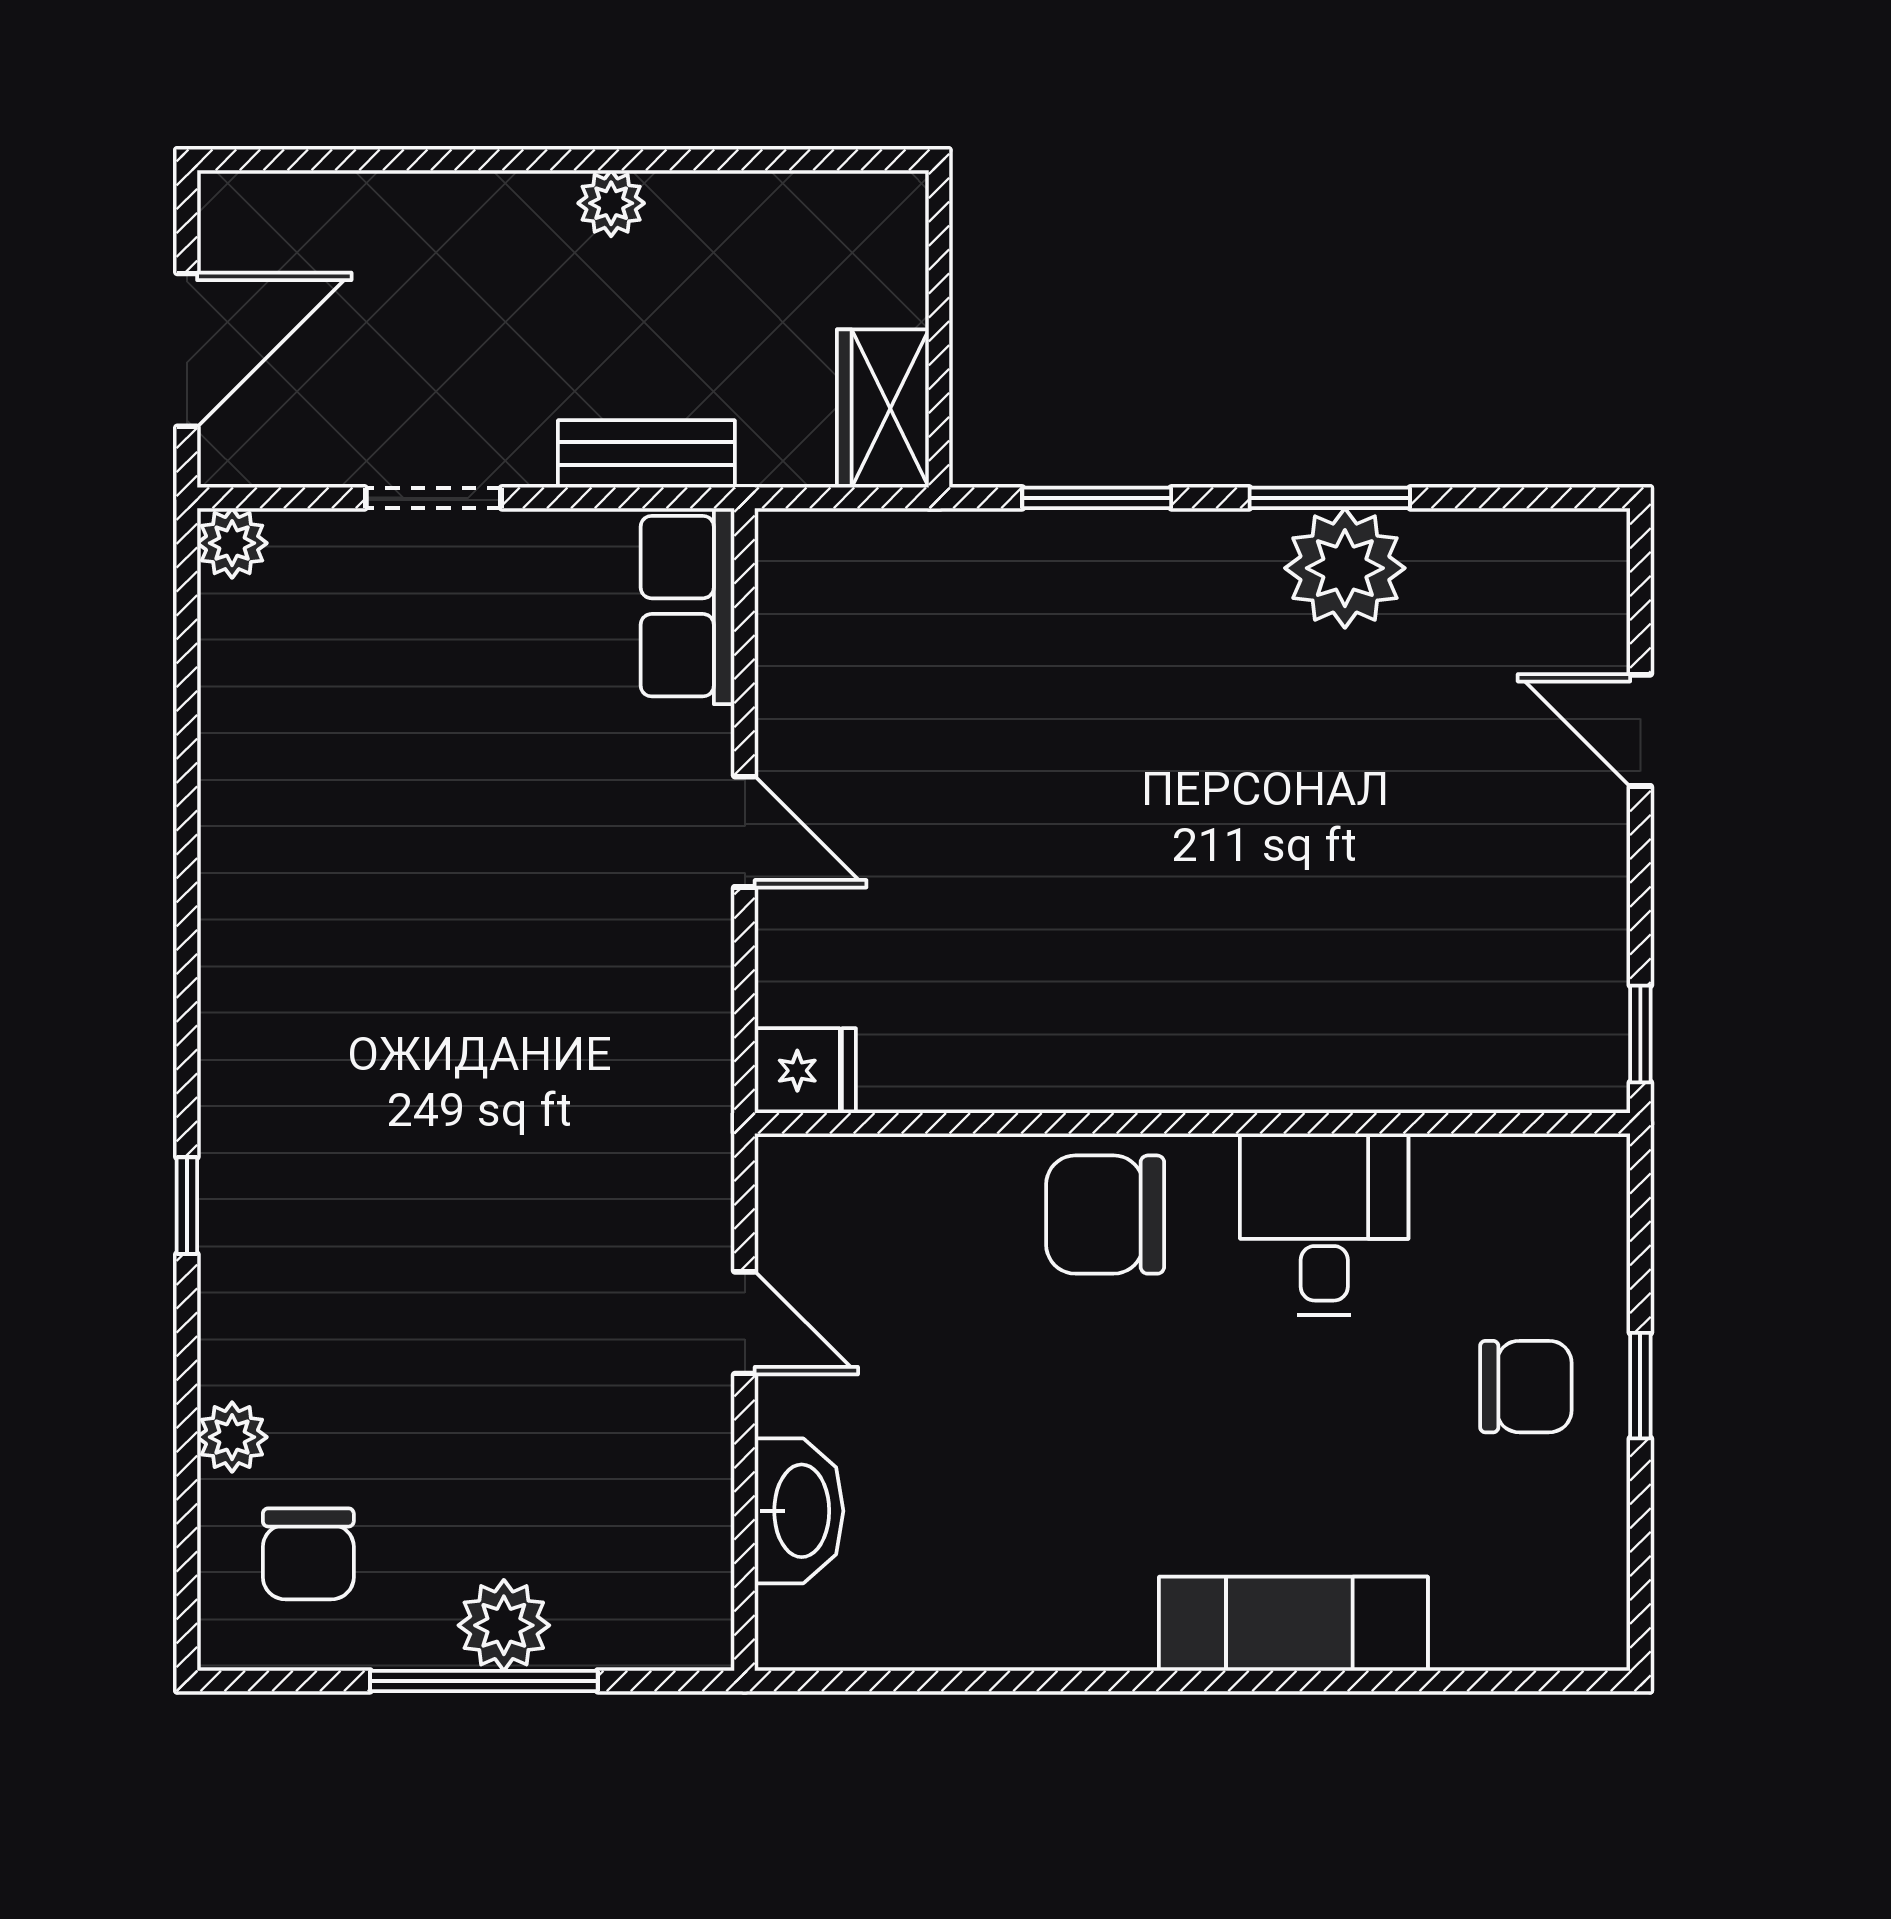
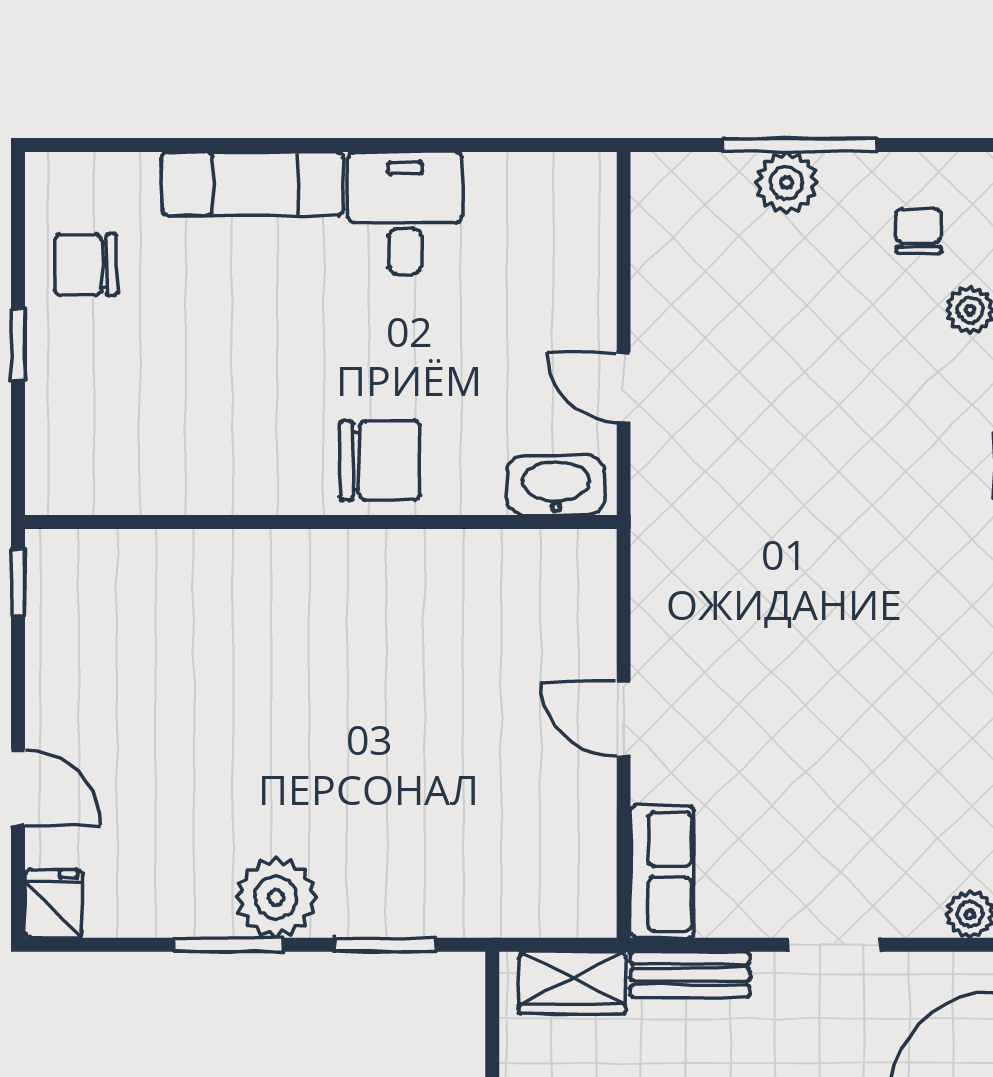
wardrobe: (883, 409) -> (572, 983), moved, turned 90
plant: (1345, 568) -> (276, 897), moved
fridge: (805, 1071) -> (54, 904), moved, turned 90
desk: (1324, 1224) -> (405, 213), moved, turned 180
chair: (1526, 1387) -> (85, 265), moved
washbasin: (799, 1511) -> (556, 485), moved, turned 90
chair: (308, 1554) -> (919, 231), width x0.73, depth x0.73

